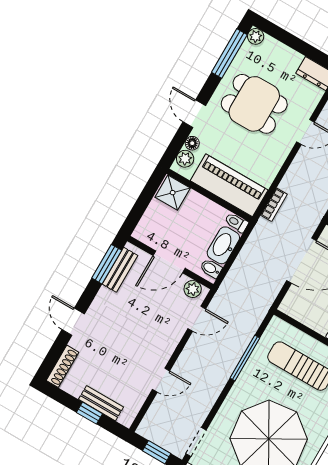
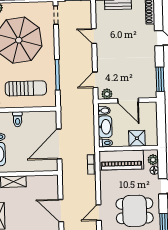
shower: (173, 193) -> (137, 138), moved
door: (169, 262) -> (128, 101), swing flipped
bench: (120, 270) -> (151, 81), removed
door: (161, 380) -> (94, 36), hinge flipped

